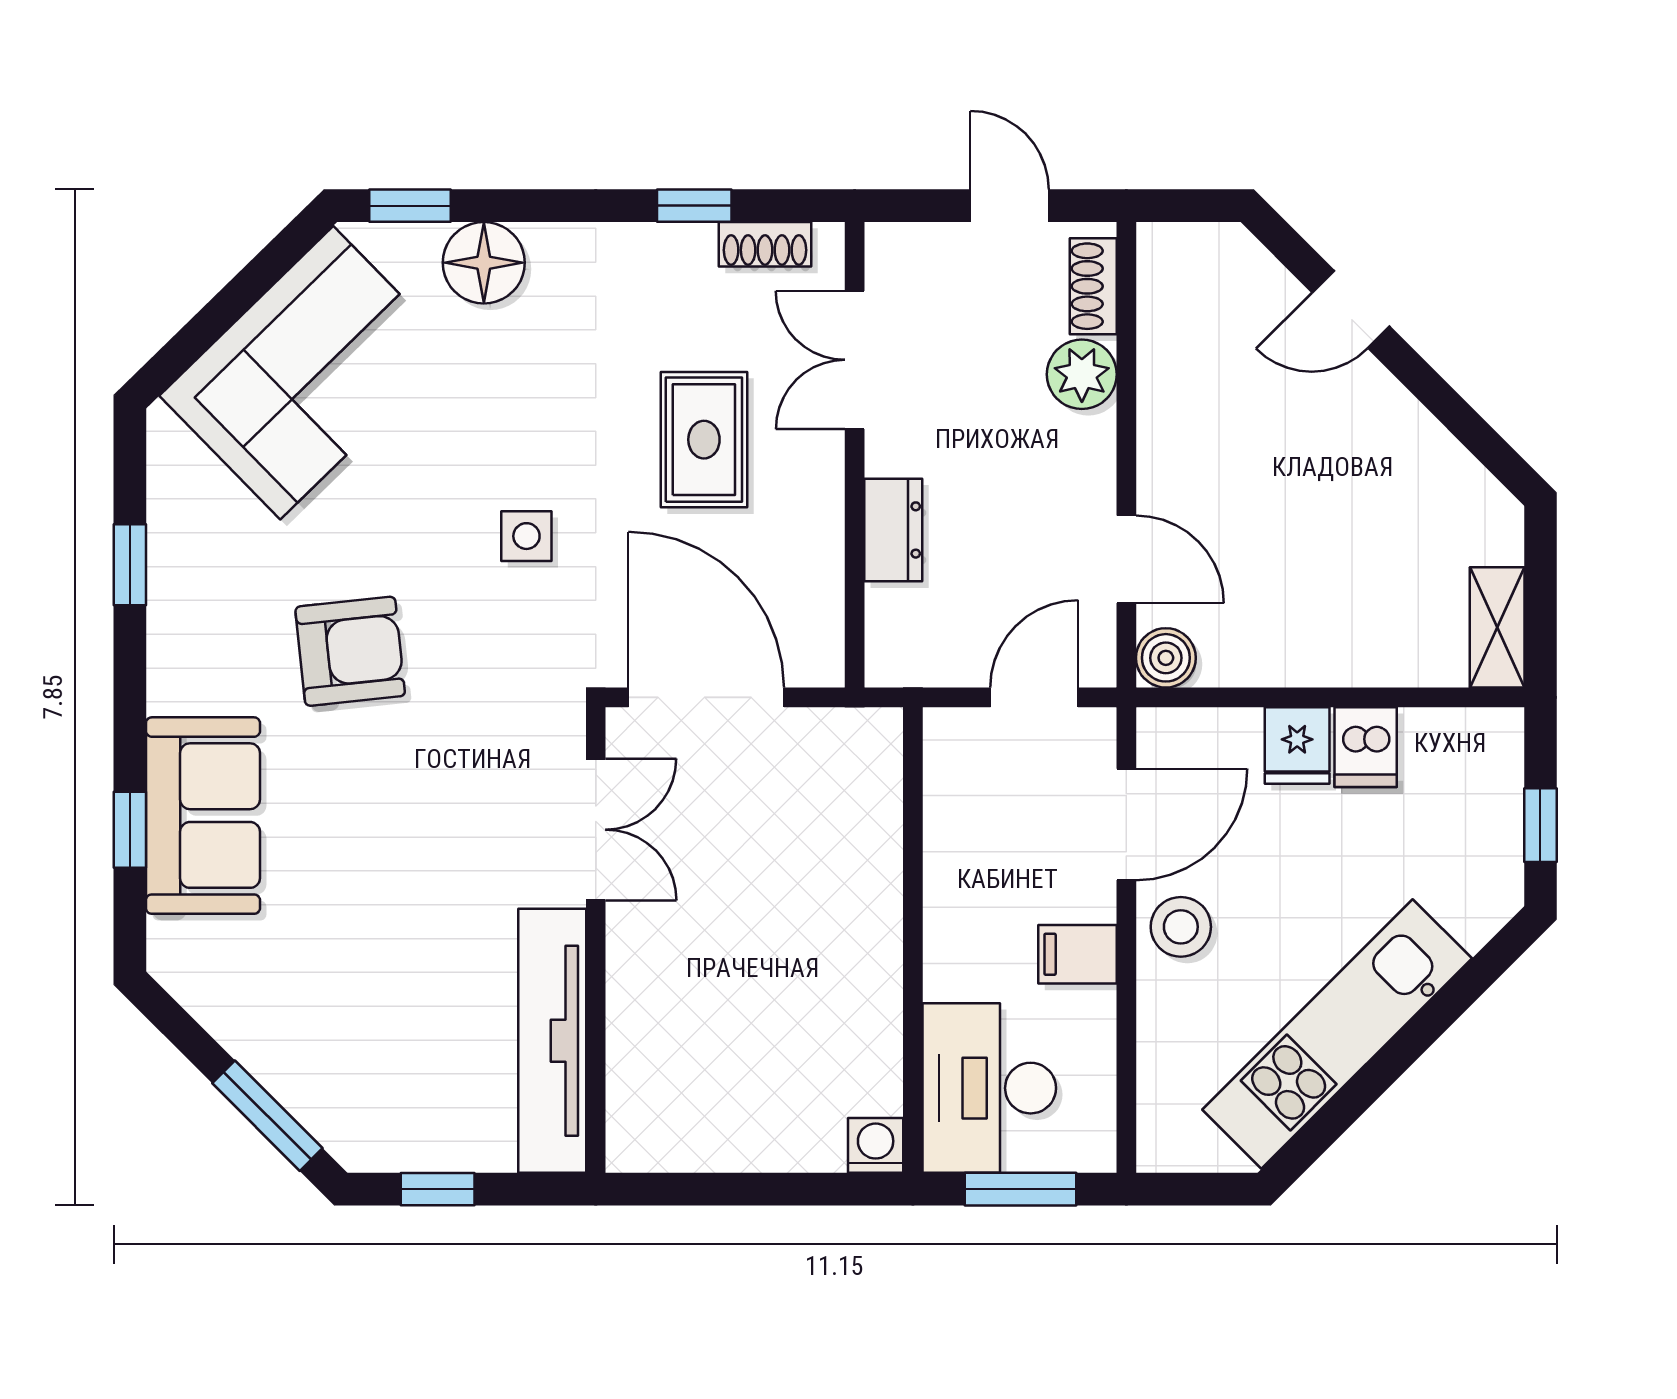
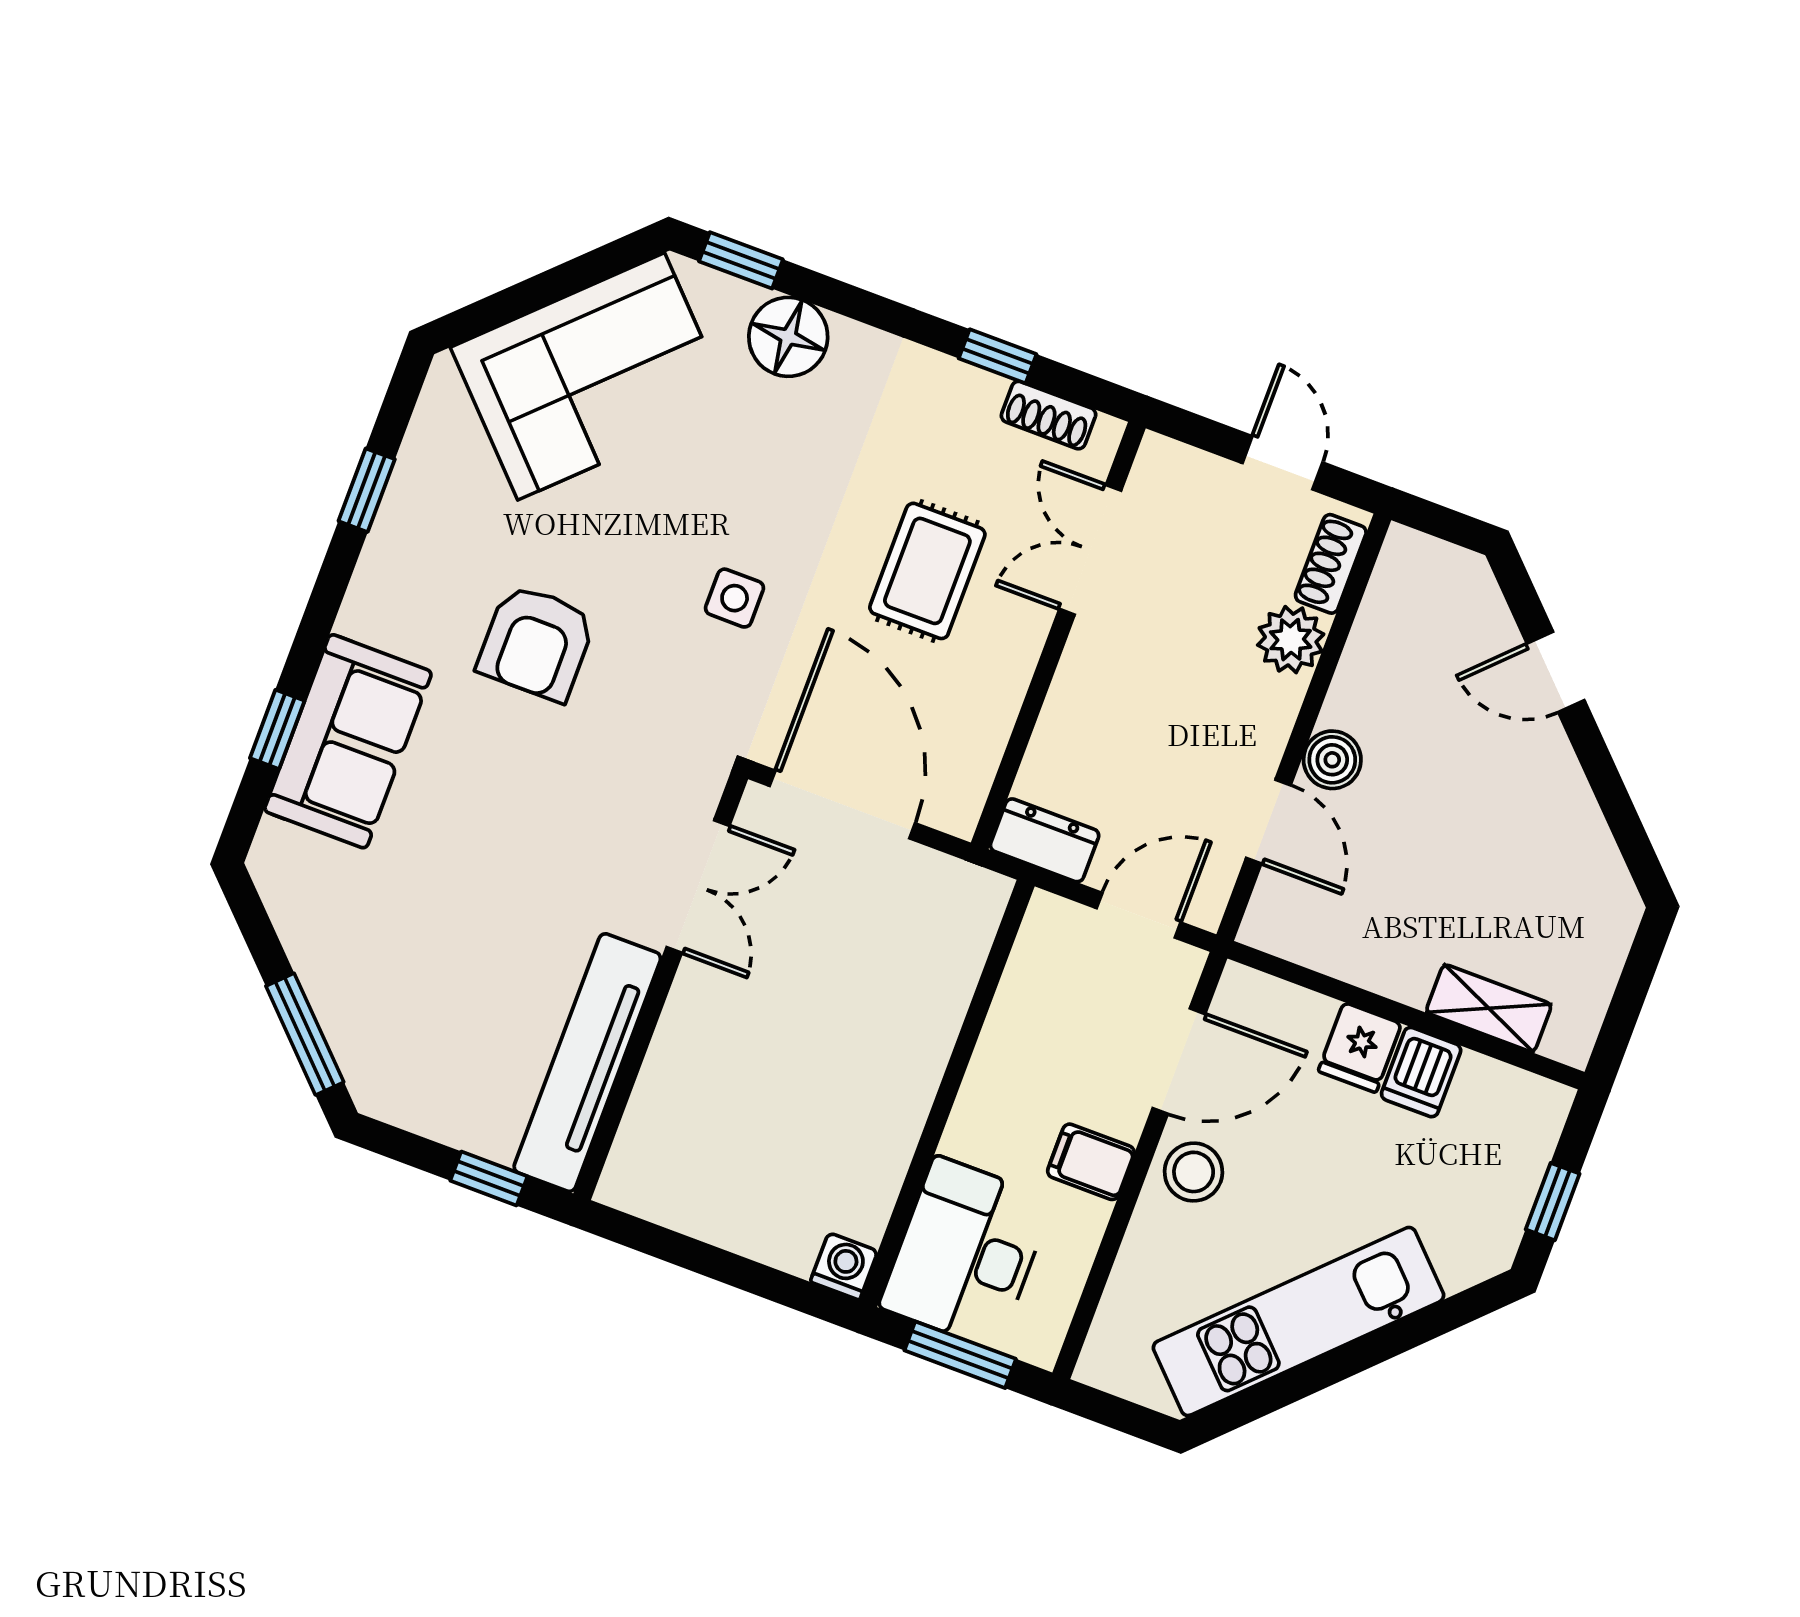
dresser: (893, 530) -> (1045, 840), moved, turned -90
shelving: (1497, 627) -> (1489, 1008), moved, turned 90
armchair: (350, 651) -> (536, 643), turned 96
boiler: (1166, 658) -> (1332, 760), moved
window: (438, 1189) -> (489, 1179), moved

